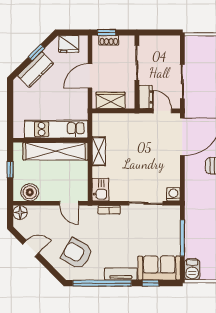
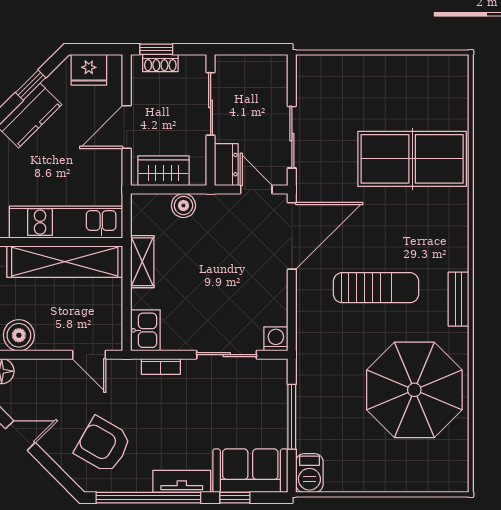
boiler: (122, 120) -> (183, 206), added

